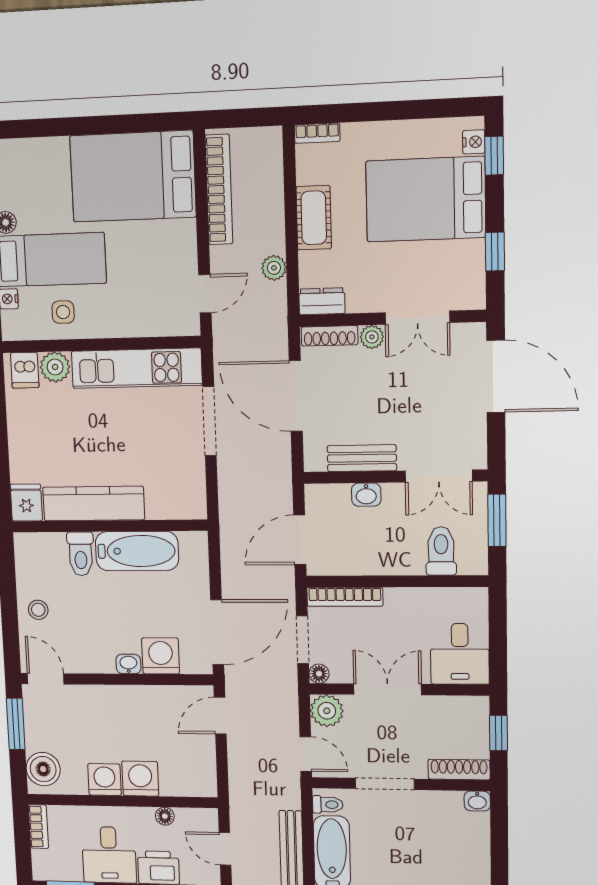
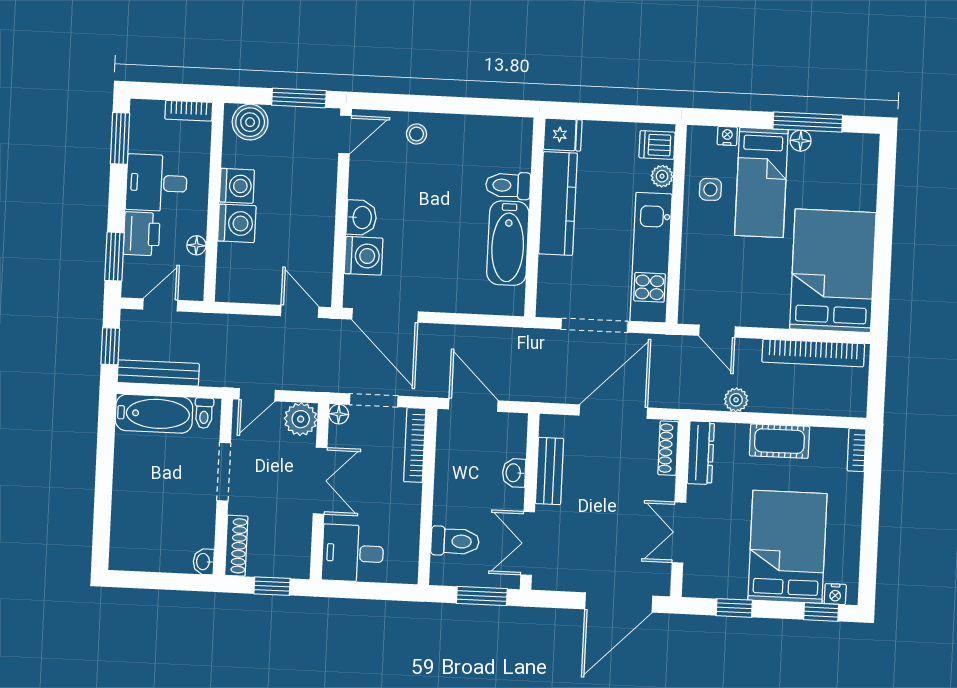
dresser: (322, 301) -> (701, 453), width x1.44
plant: (372, 337) -> (664, 488), removed
plant: (55, 367) -> (662, 176), width x0.73, depth x0.73
fridge: (26, 503) -> (563, 135), moved
kitchen counter: (94, 503) -> (558, 204), moved
wall: (109, 526) -> (535, 217), moved
bathtub: (137, 551) -> (508, 243), moved
toilet: (81, 554) -> (508, 185), moved
washbasin: (128, 664) -> (361, 218), width x1.38, depth x1.45

